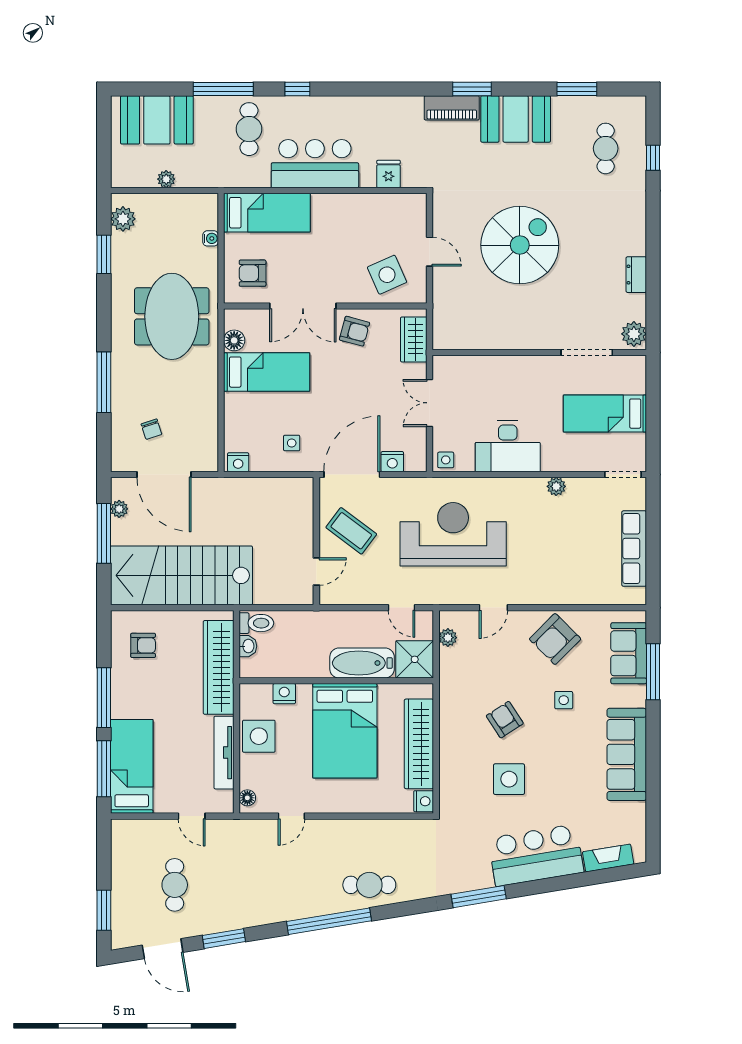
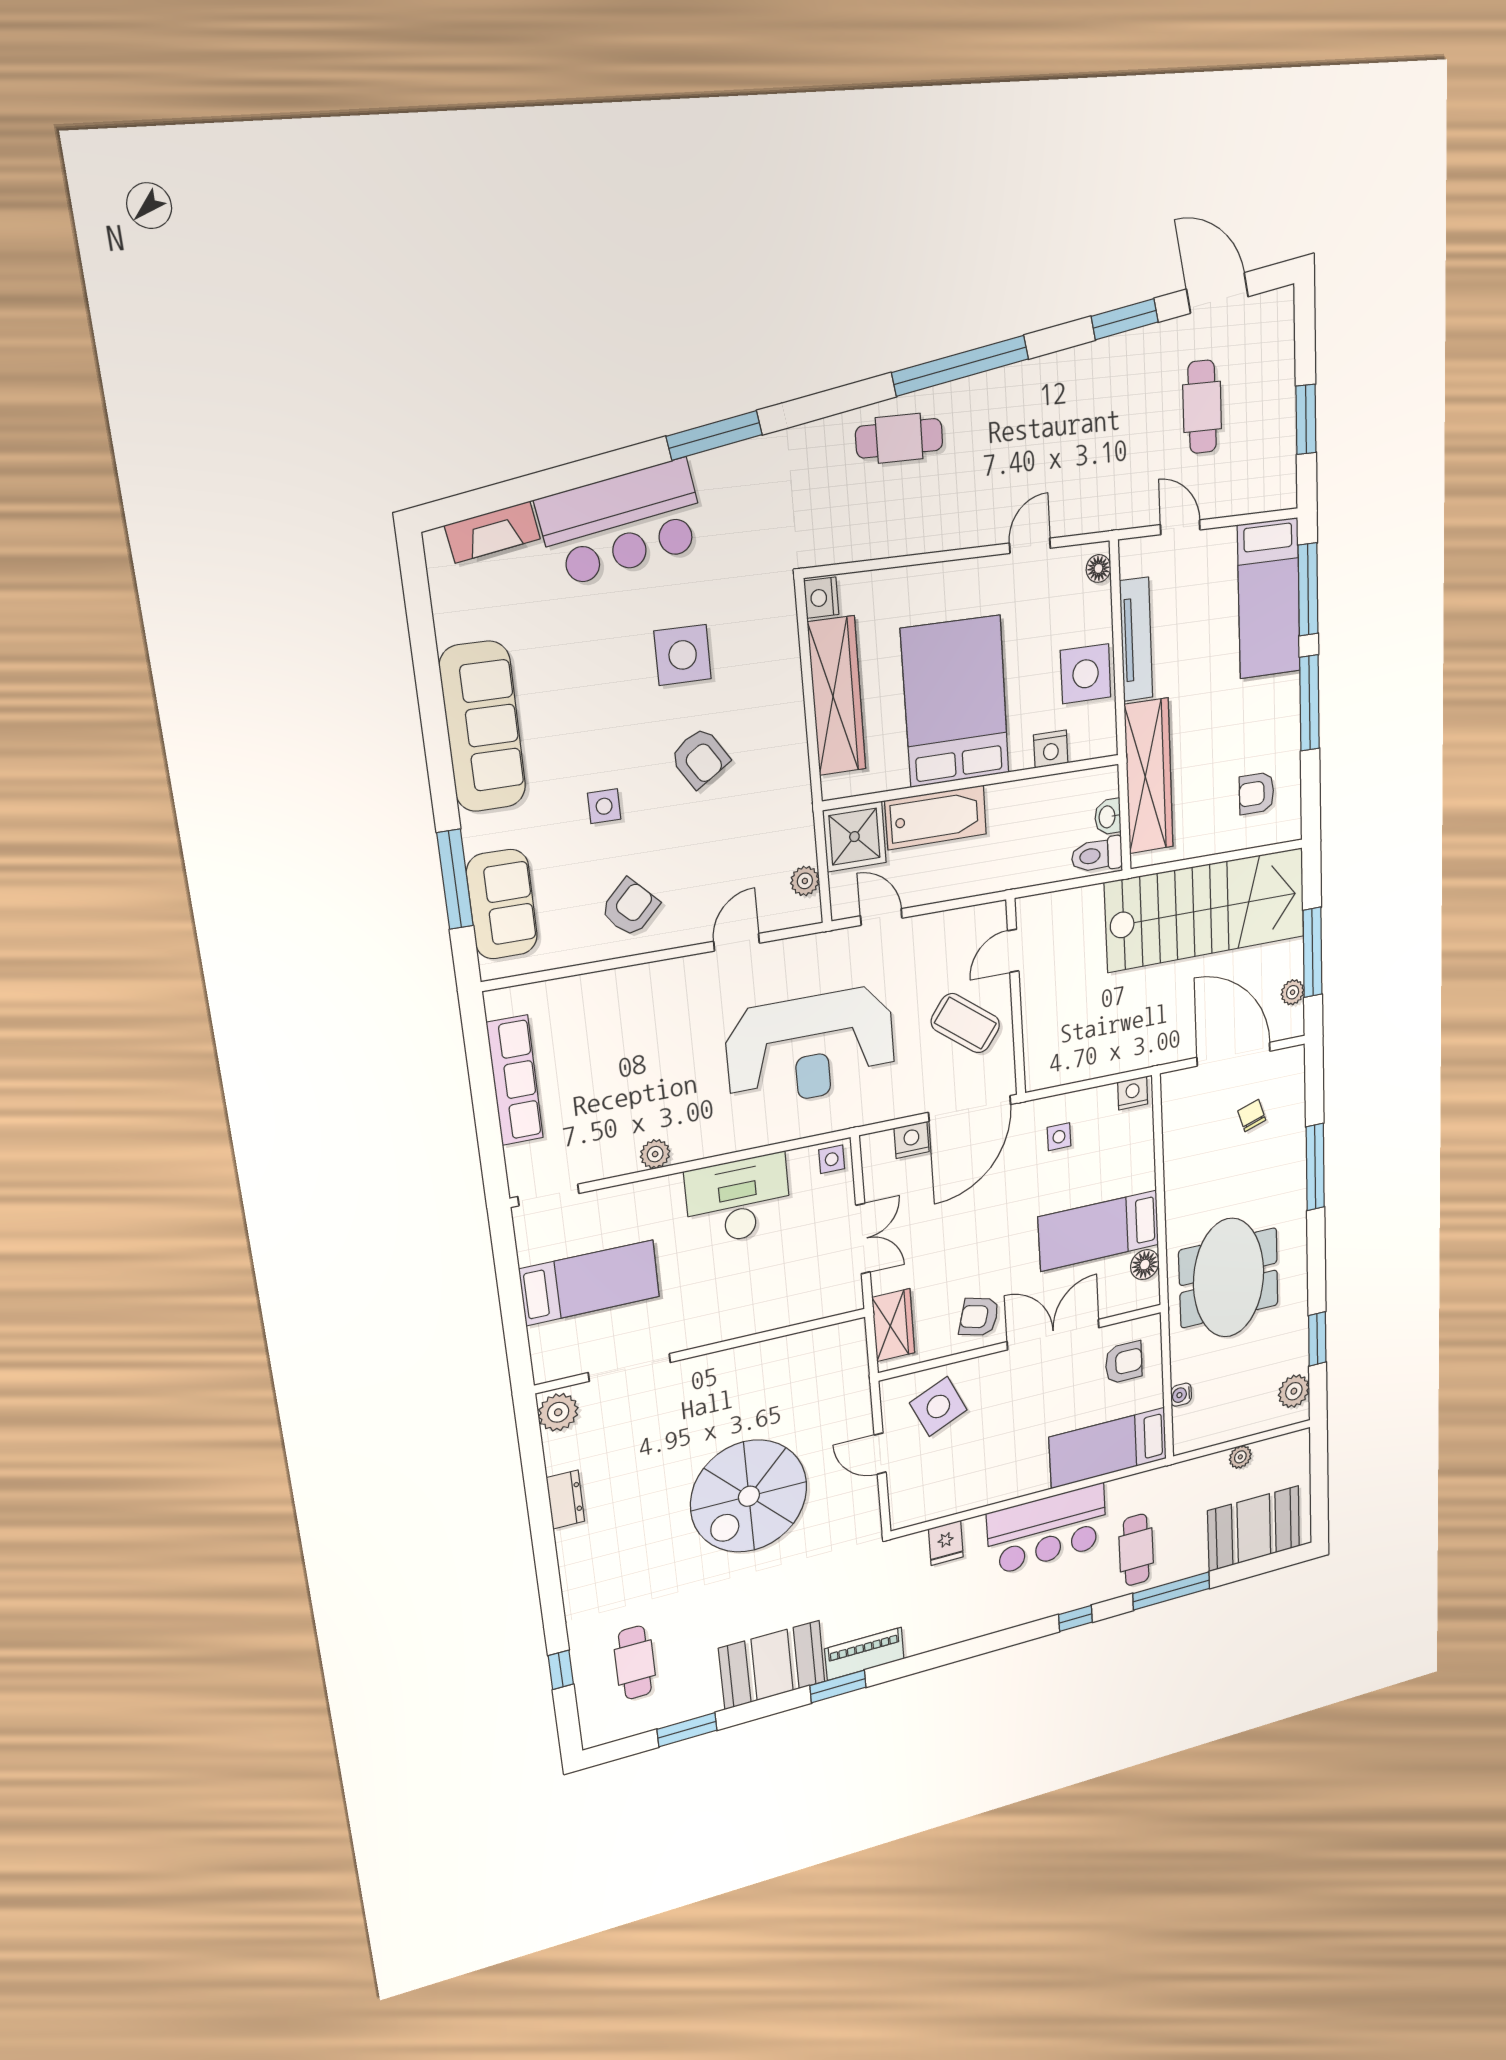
armchair: (555, 639) -> (630, 908), width x0.72, depth x0.72
window: (104, 910) -> (1306, 419), moved

